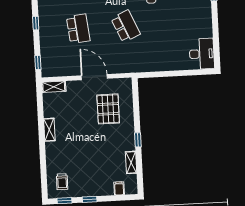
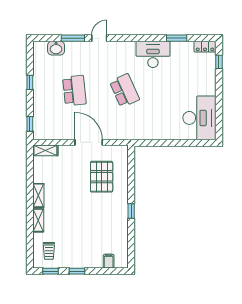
desk: (202, 54) -> (199, 118), width x1.36, depth x1.30
shelving: (131, 162) -> (38, 220), moved

